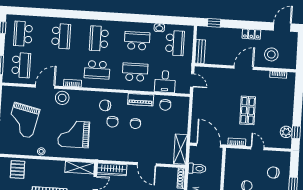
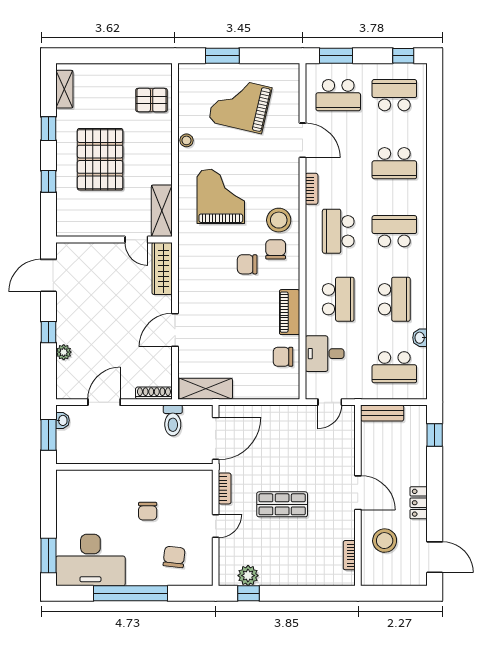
stool: (62, 98) -> (279, 220), moved
chair: (135, 124) -> (246, 306), removed

